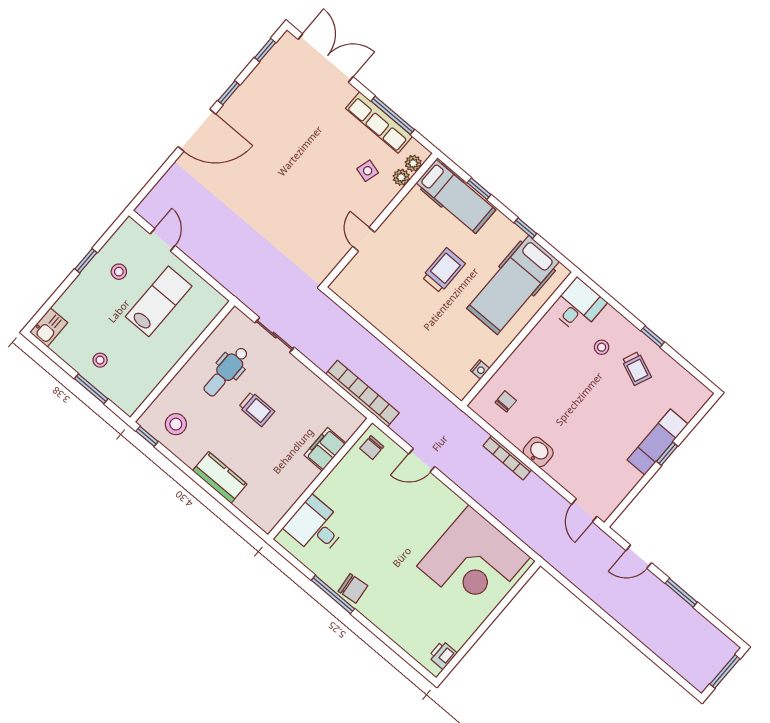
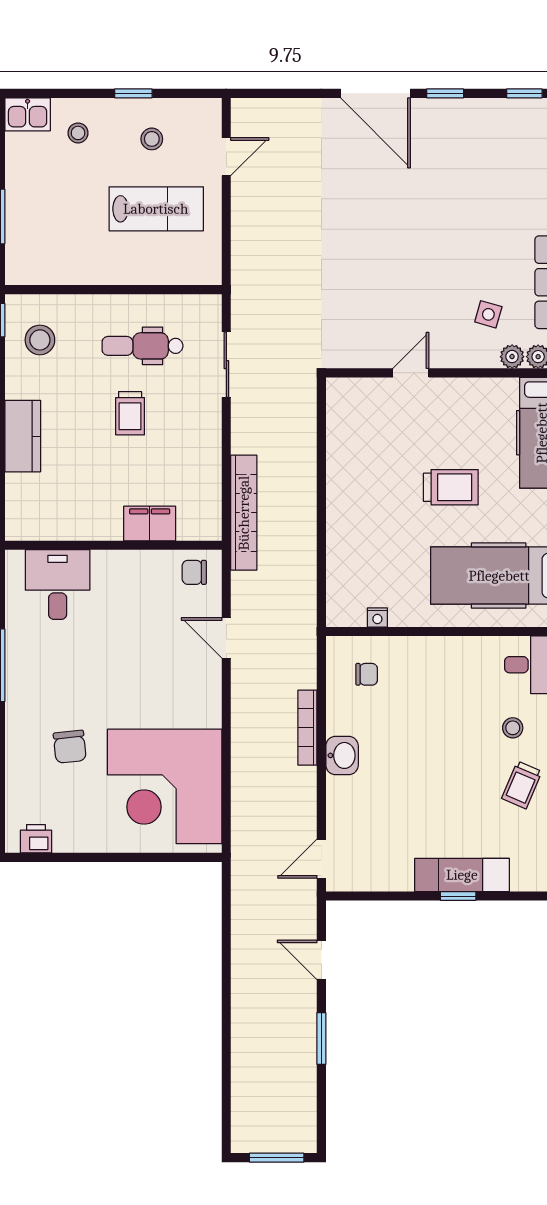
stool: (100, 360) -> (78, 133), moved
chair: (353, 588) -> (70, 747), moved

